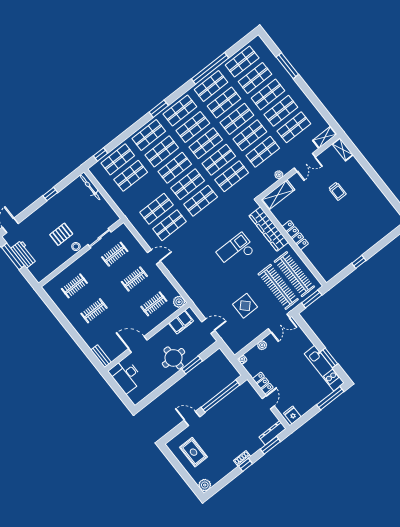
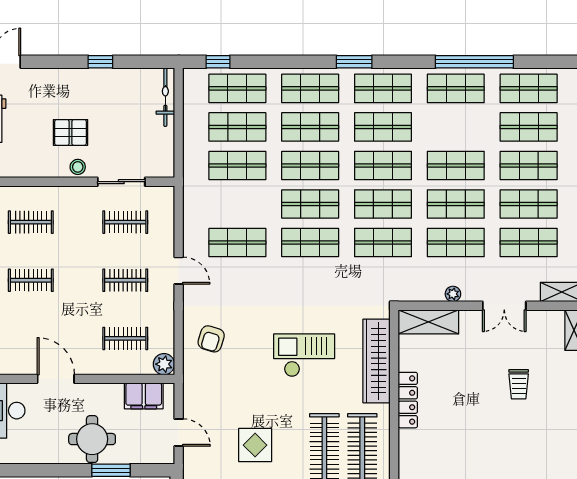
shop shelf: (224, 102) -> (456, 127), removed
shop shelf: (157, 209) -> (237, 165), moved
armchair: (191, 275) -> (211, 339), added

